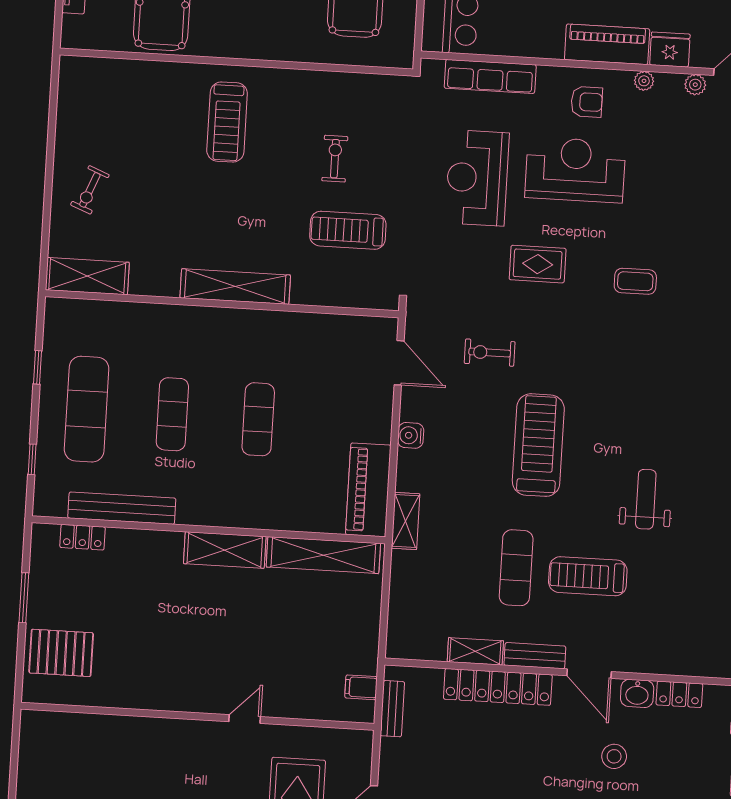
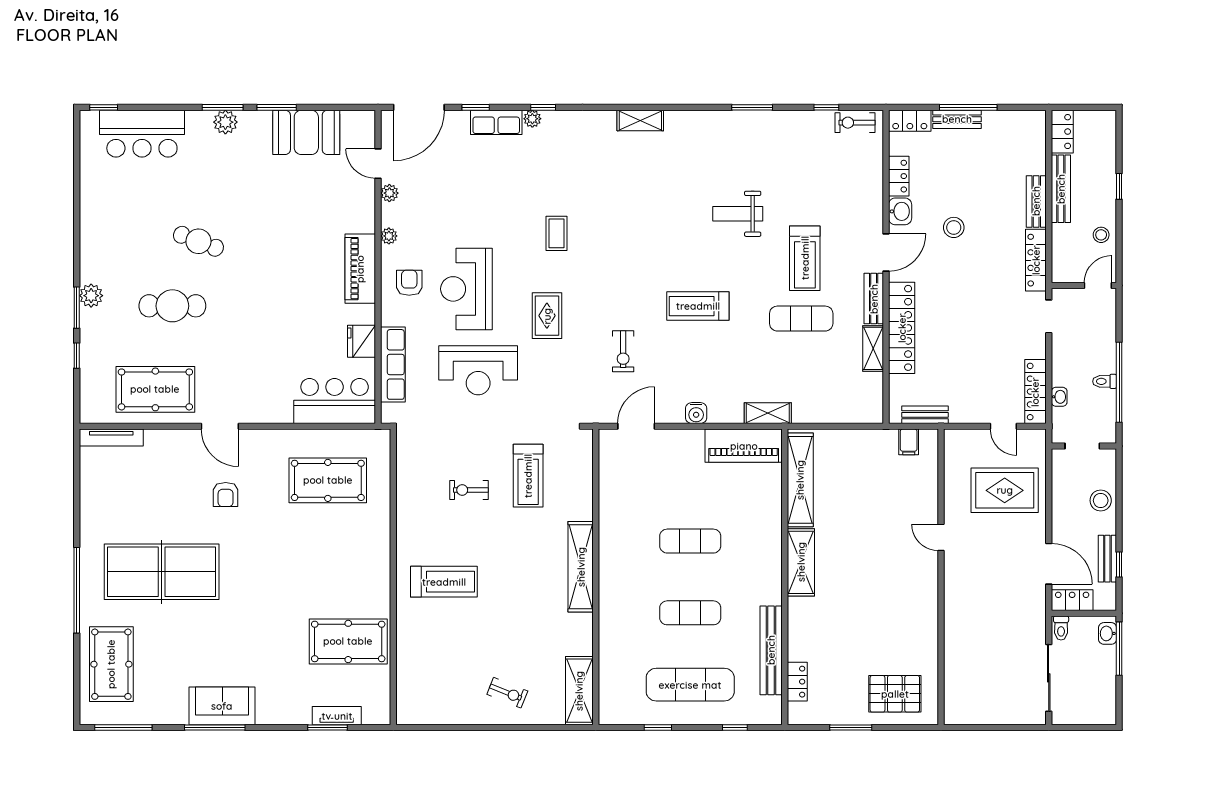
fridge: (670, 49) -> (361, 341), moved
treadmill: (538, 445) -> (698, 306), width x0.73, depth x0.73
pallet: (61, 653) -> (895, 694), turned 90

